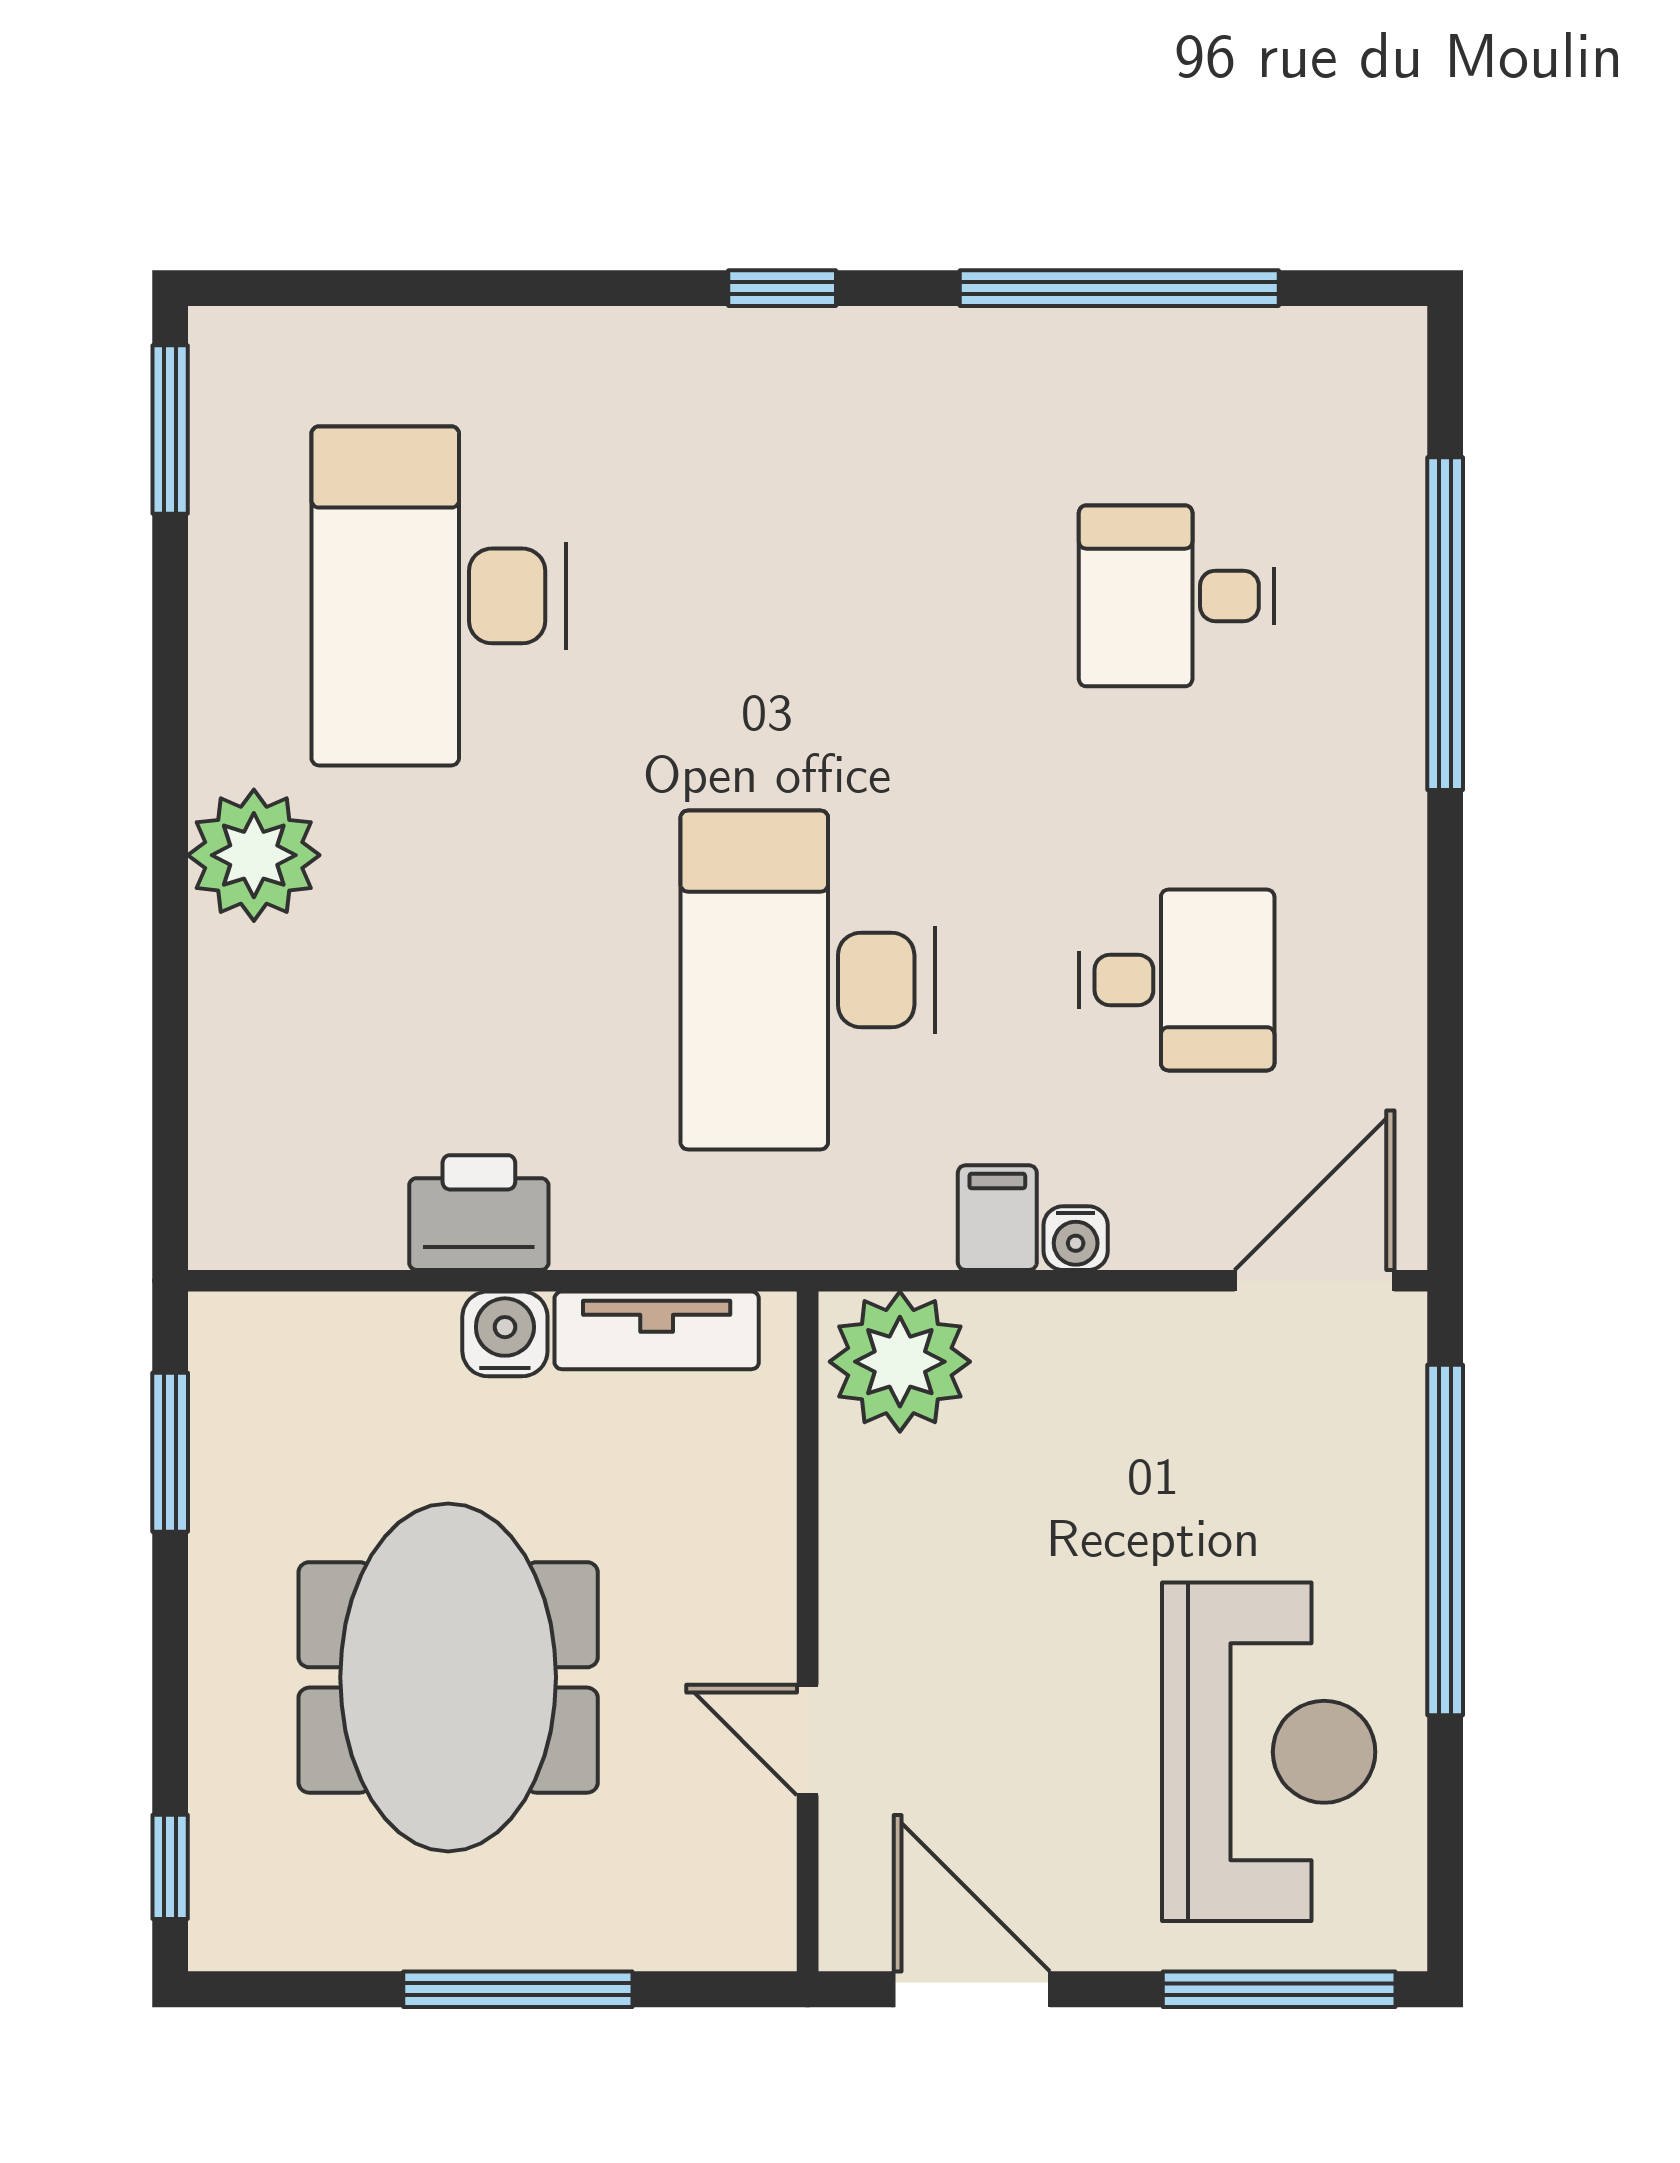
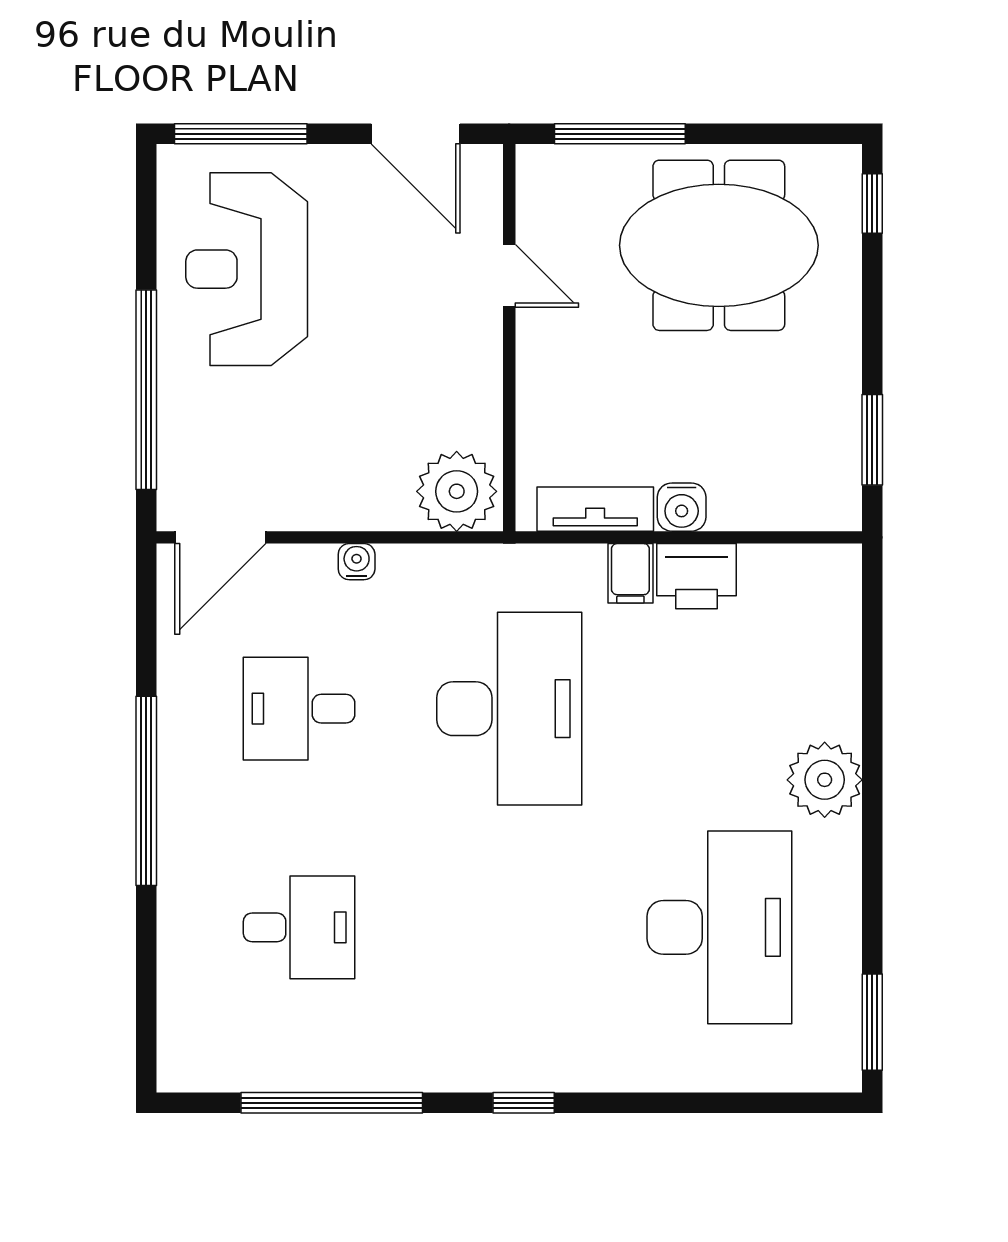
window: (1445, 624) -> (146, 791), moved
filing cabinet: (997, 1218) -> (630, 573), moved
meeting table: (448, 1677) -> (719, 245), moved, turned 90
window: (518, 1989) -> (620, 134), moved

